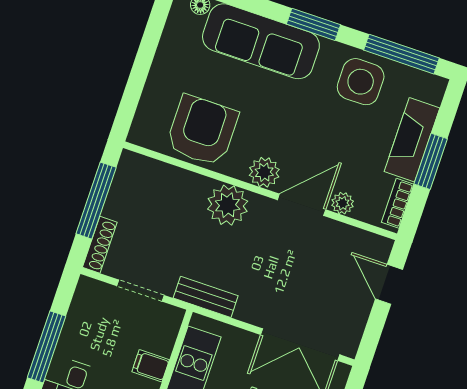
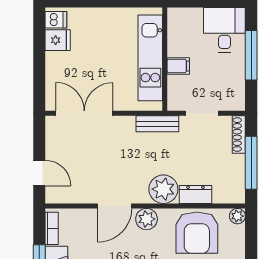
dresser: (186, 183) -> (196, 194), added
plant: (343, 203) -> (237, 216), moved

